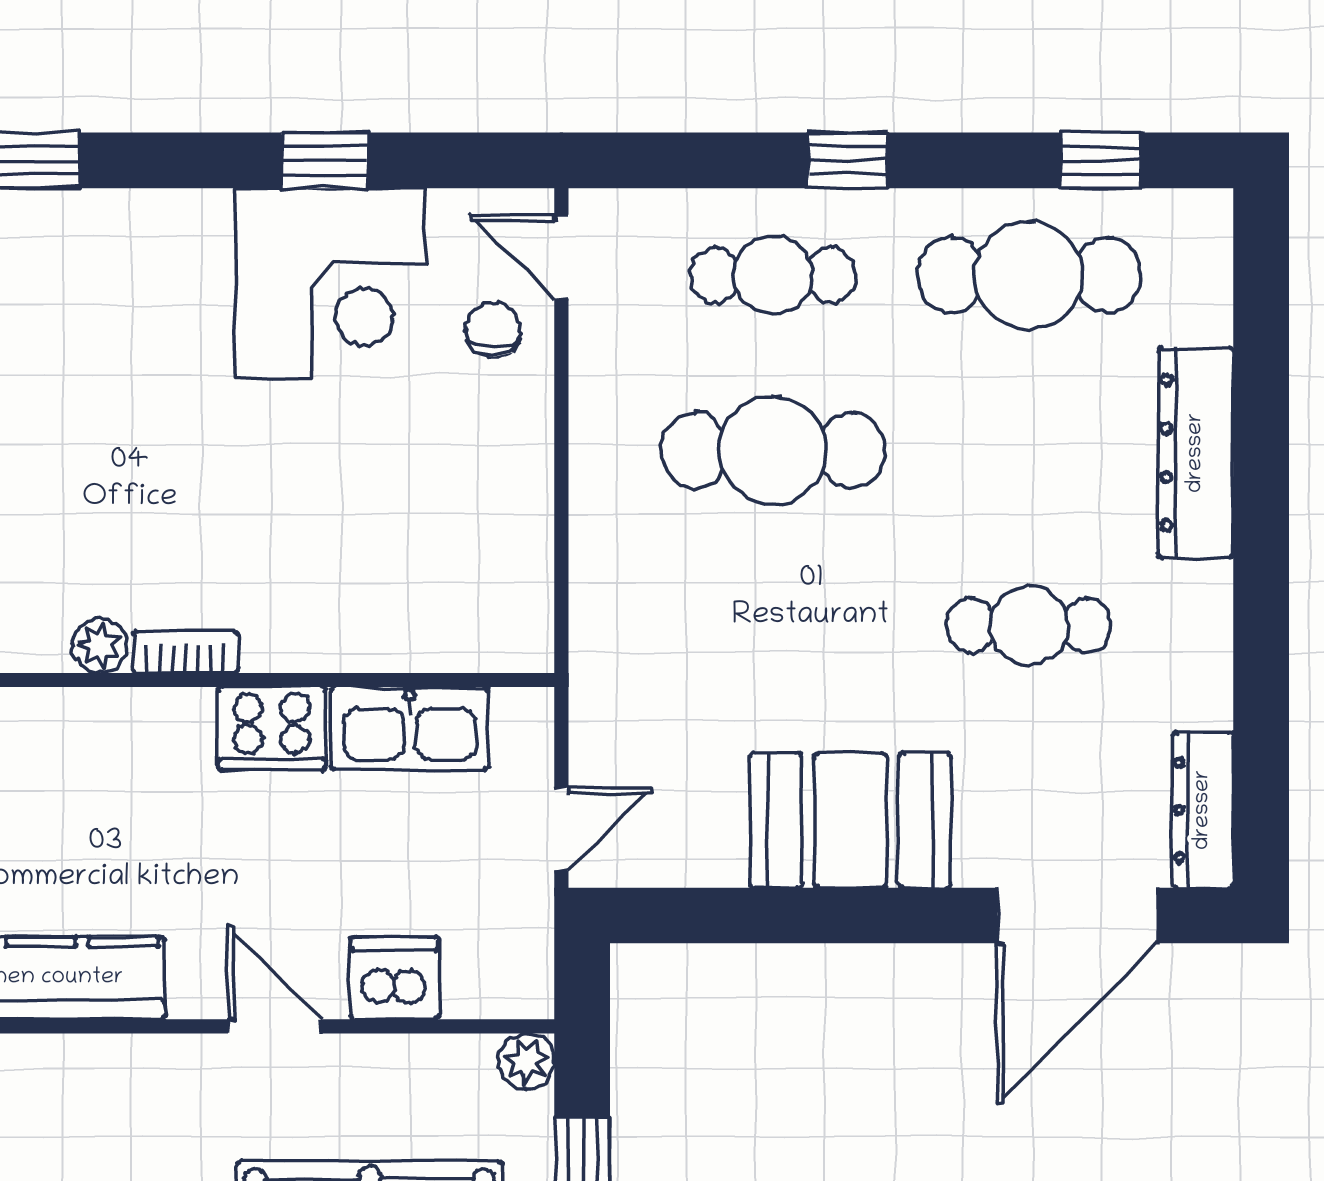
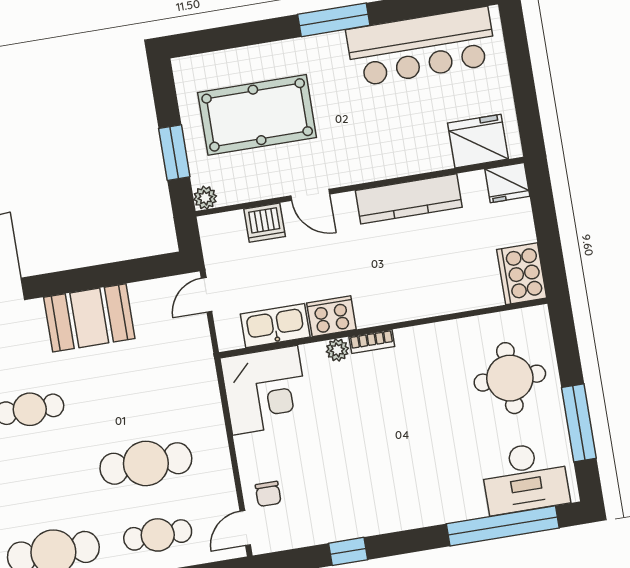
door: (561, 257) -> (245, 528), swing flipped
corner desk: (330, 283) -> (265, 390), moved, turned 180
plant: (100, 646) -> (337, 350), moved

